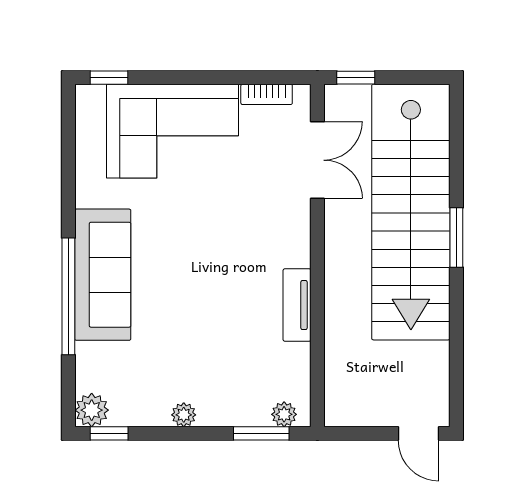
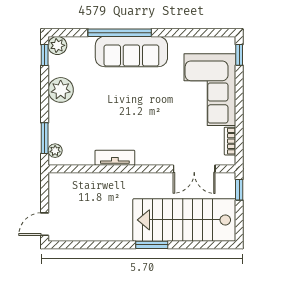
stairs: (411, 212) -> (184, 220), width x0.73
plant: (184, 415) -> (61, 90), width x1.88, depth x1.88

